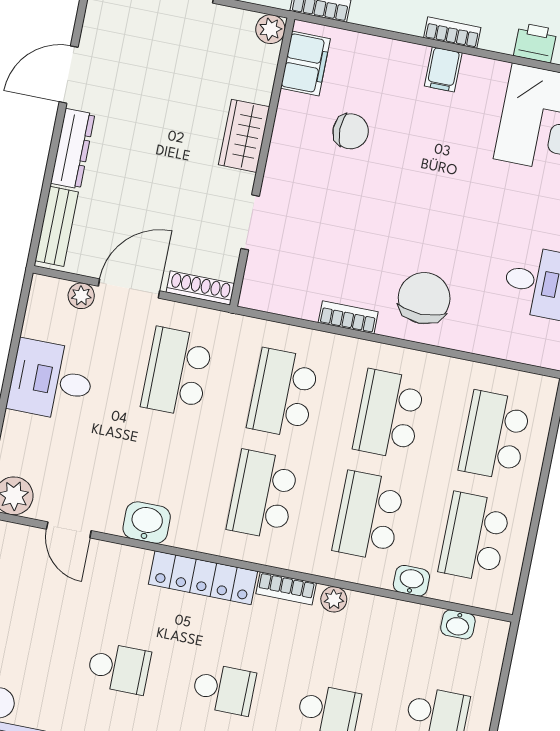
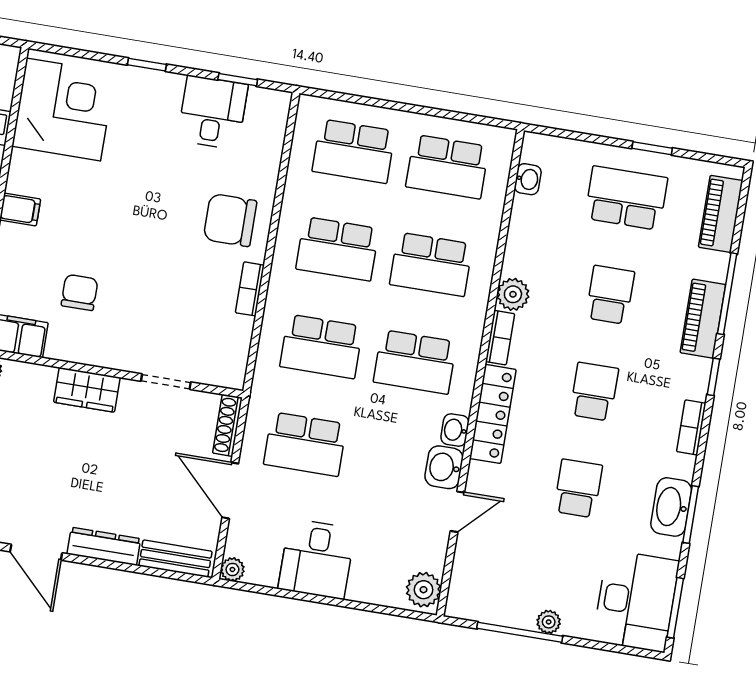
plant: (81, 296) -> (232, 569), moved
door: (69, 530) -> (457, 512), moved
washbasin: (411, 581) -> (455, 430), moved
plant: (334, 599) -> (513, 294), width x1.38, depth x1.38

